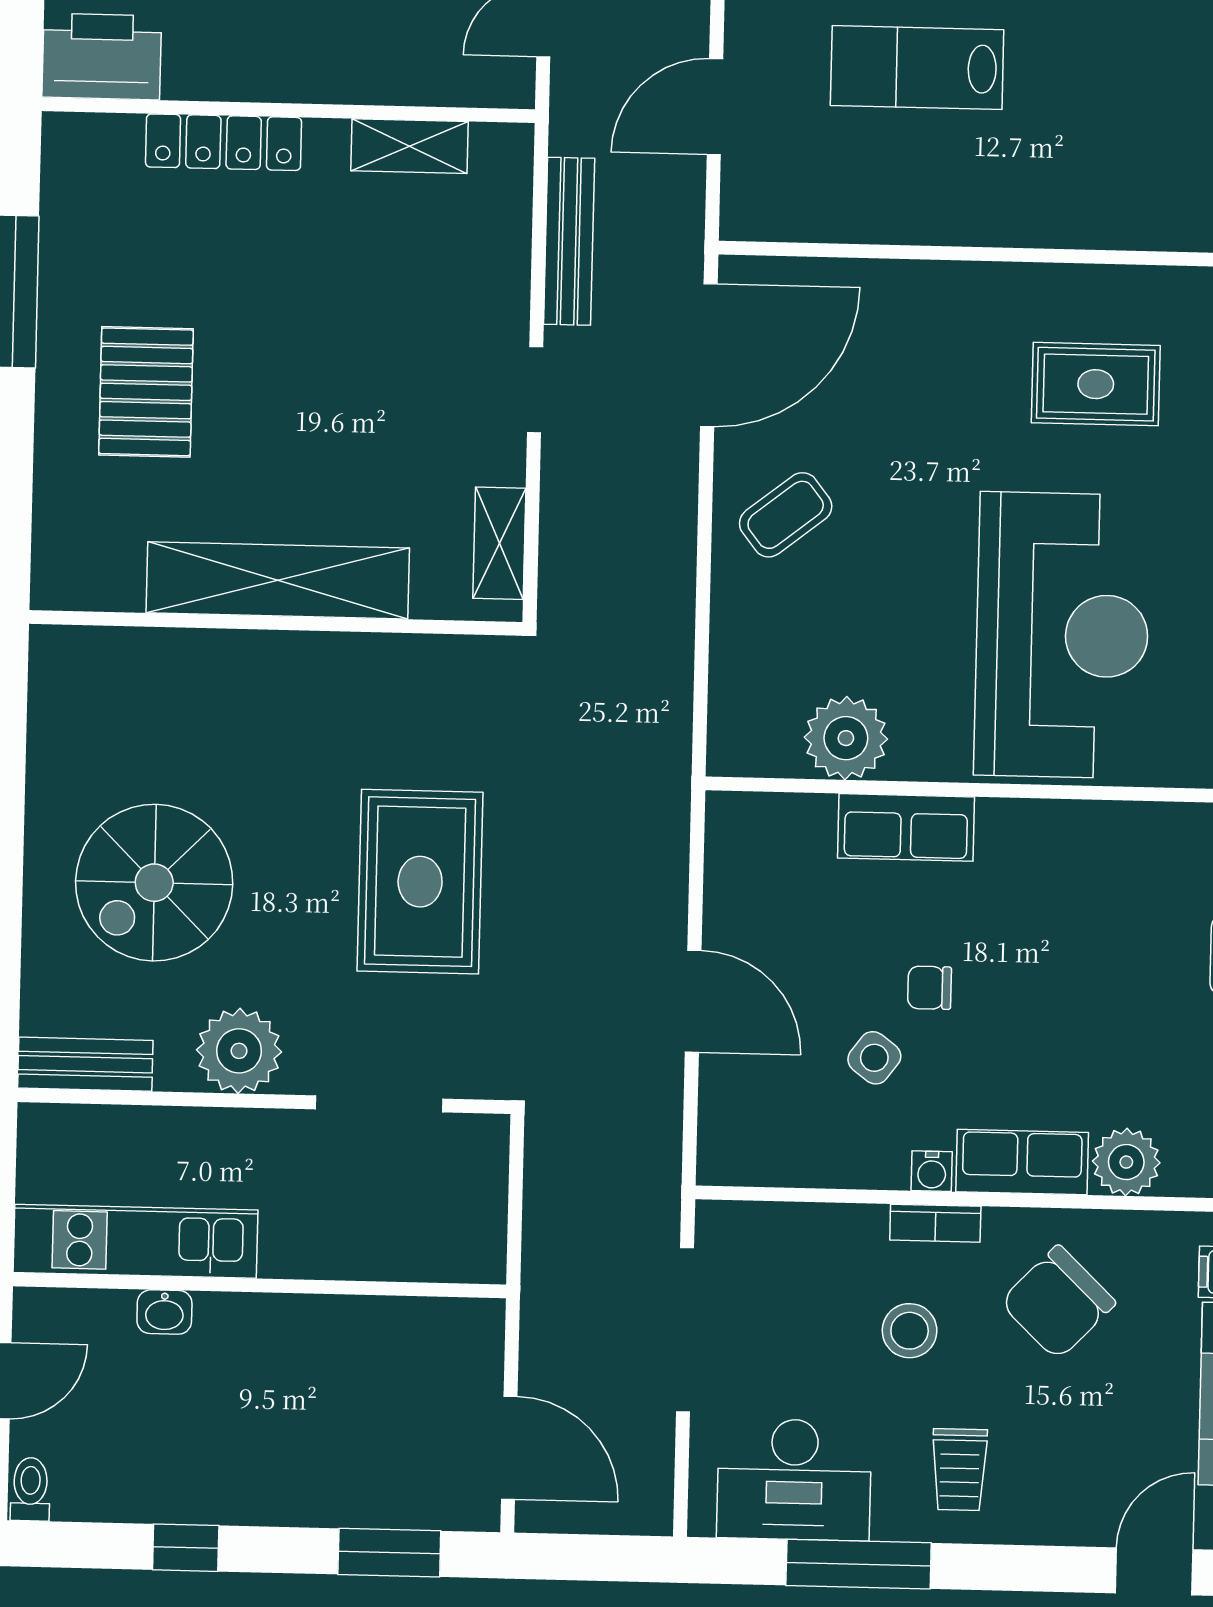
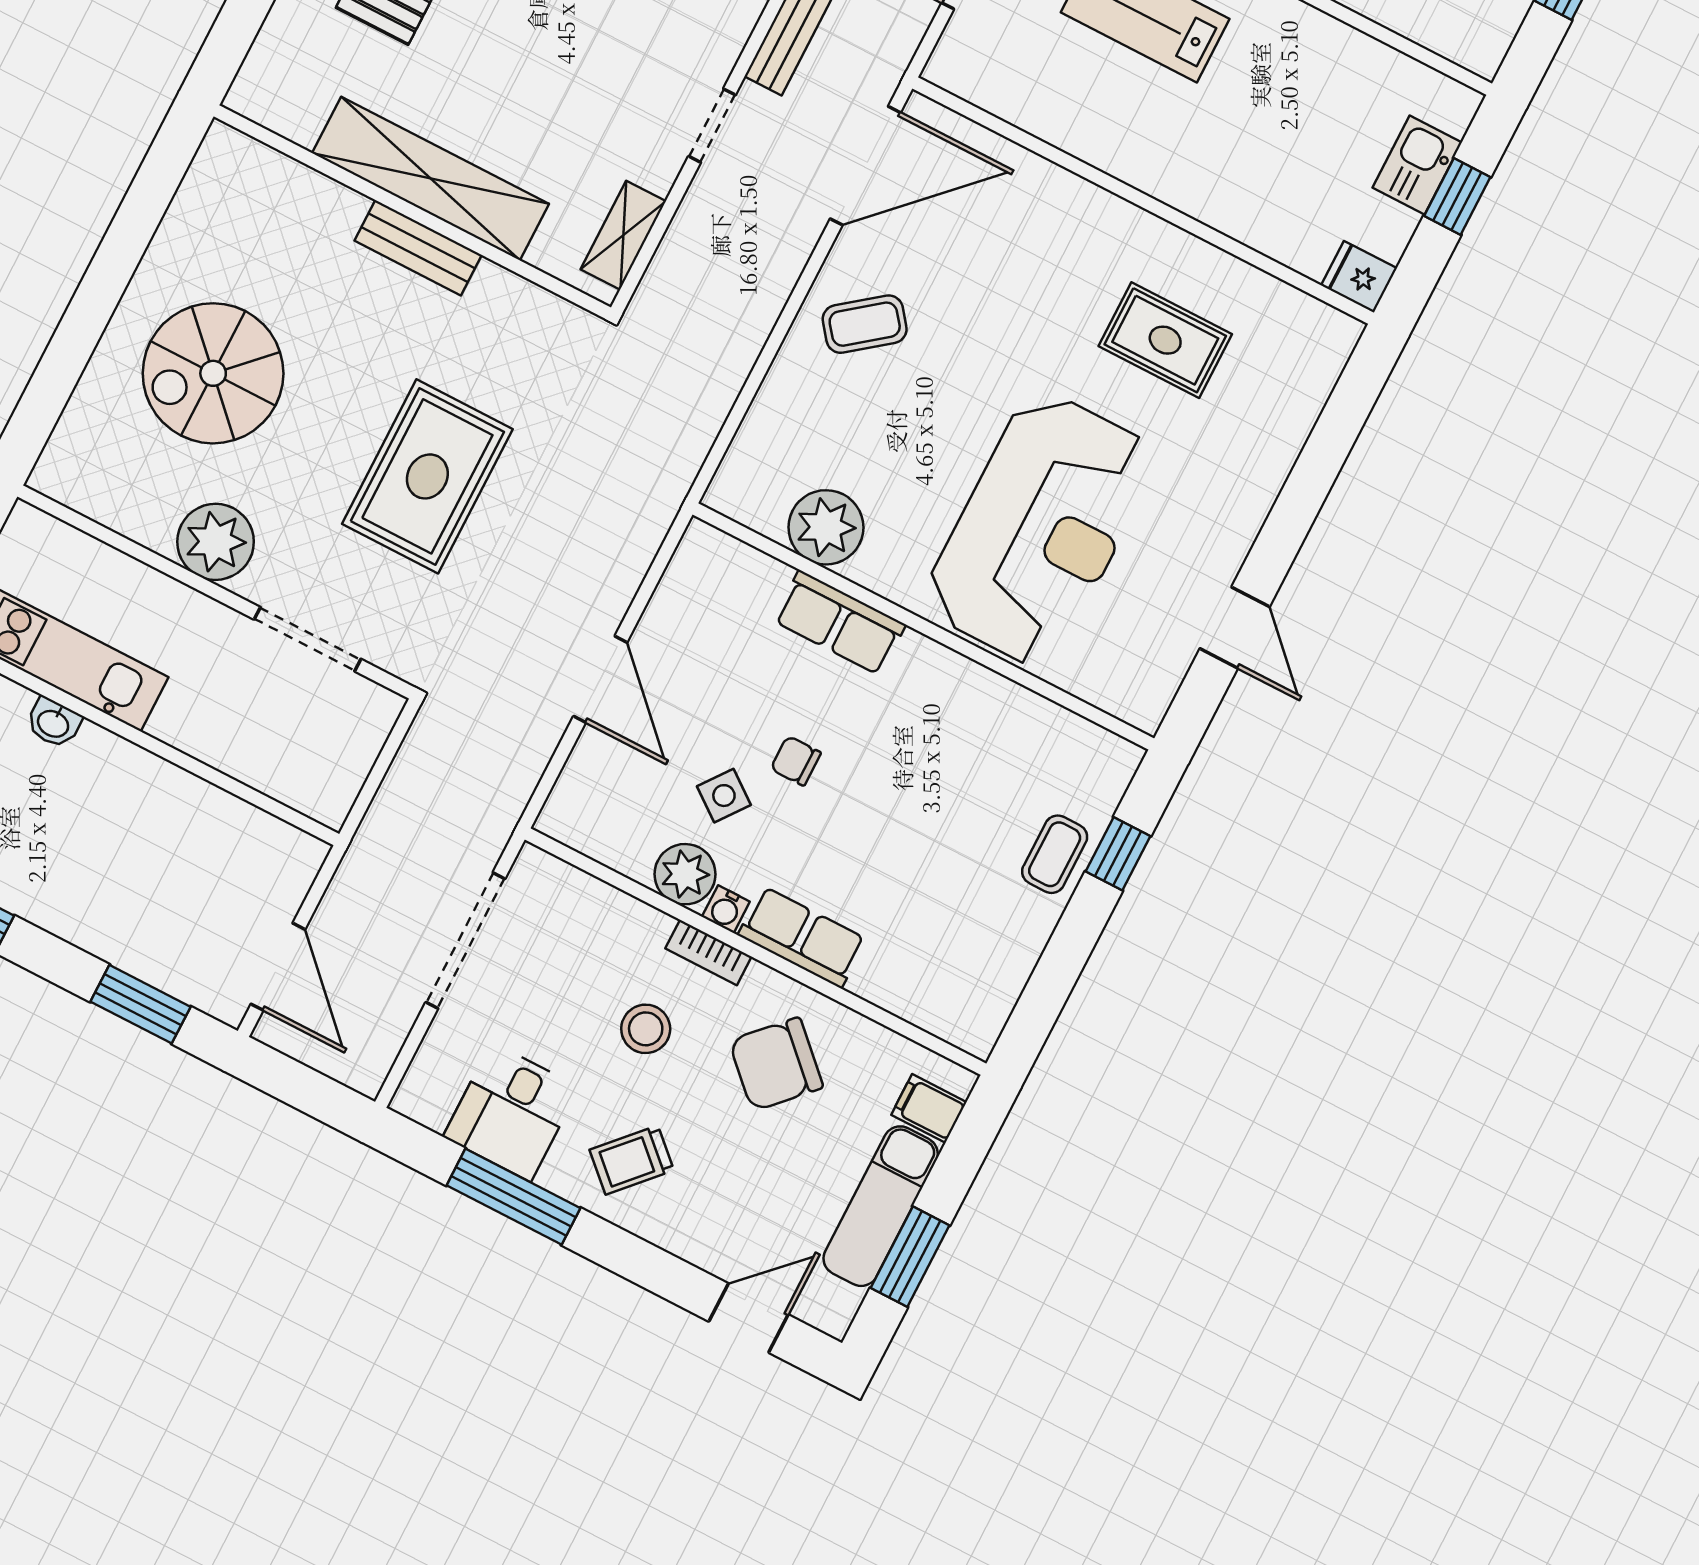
bench: (85, 1064) -> (418, 248), moved
plant: (1126, 1162) -> (685, 874), moved
trolley: (960, 1470) -> (632, 1160), turned 43
desk: (794, 1480) -> (511, 1112), width x0.73

